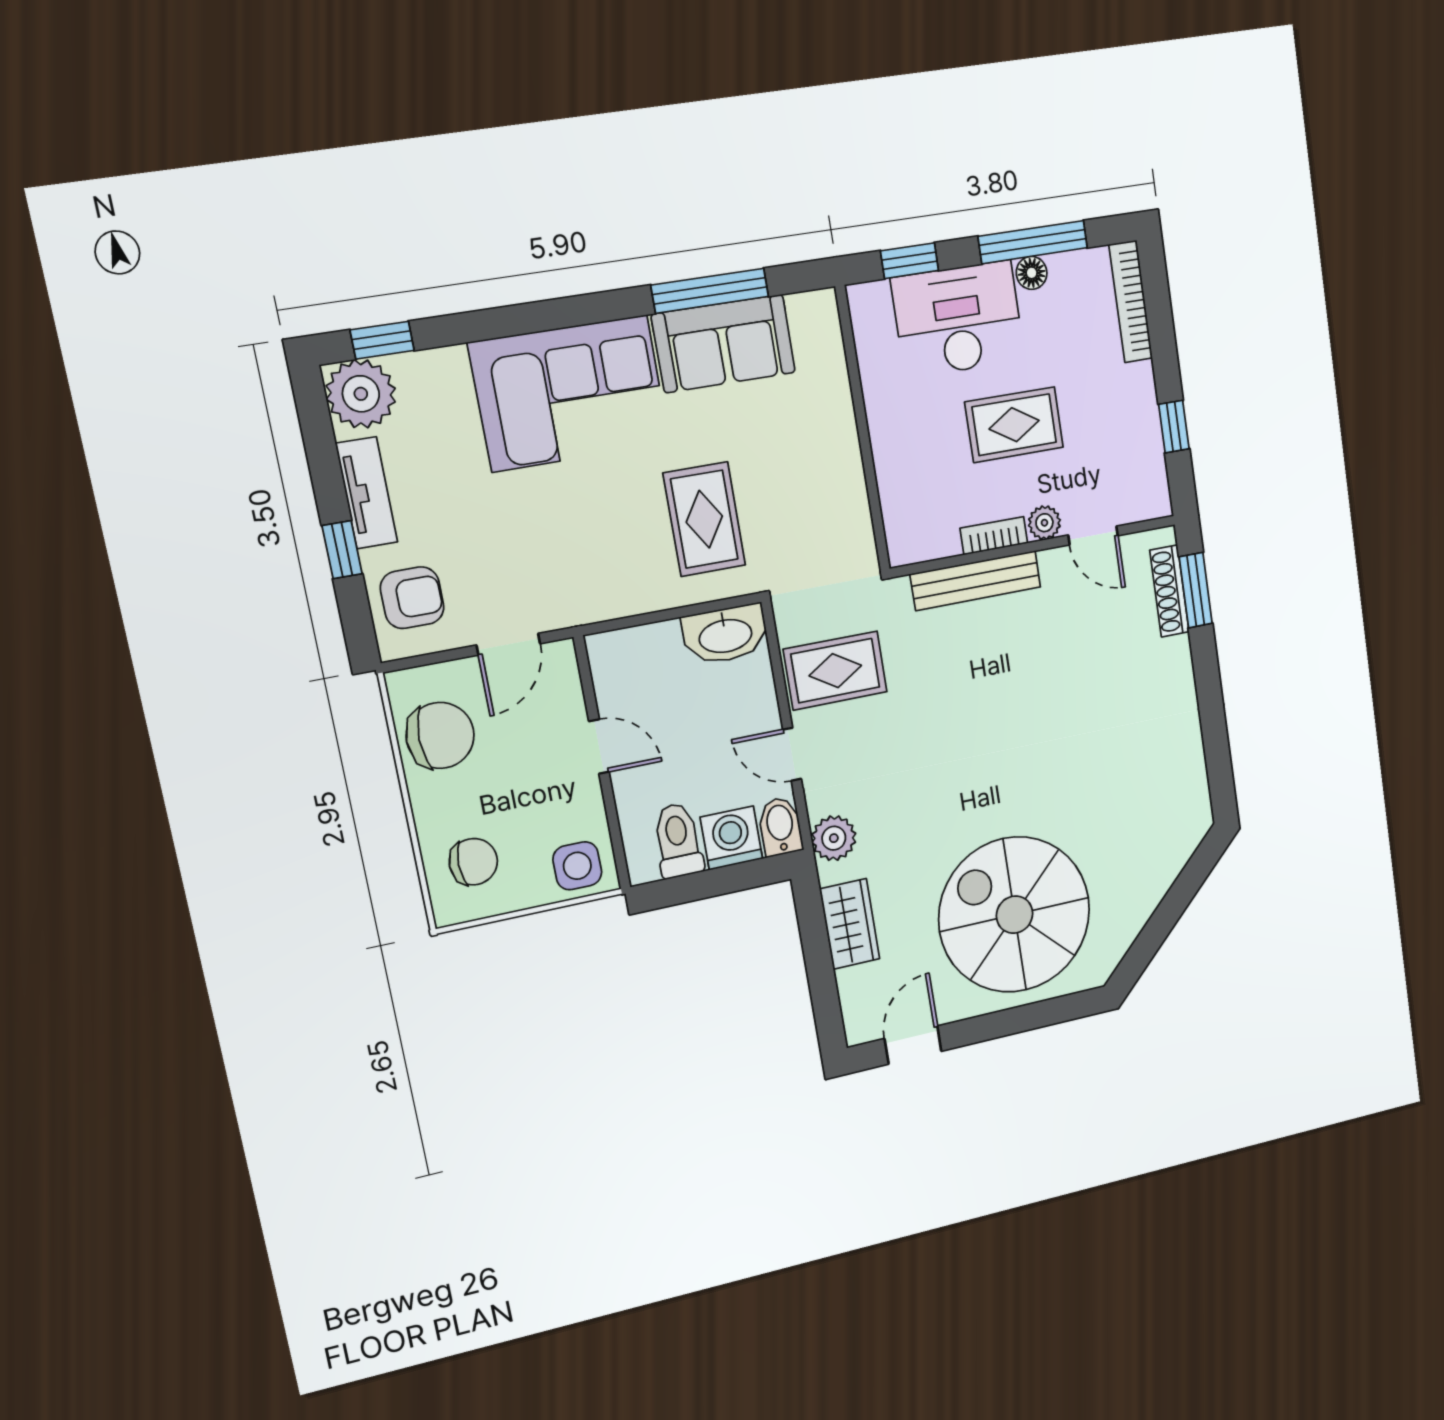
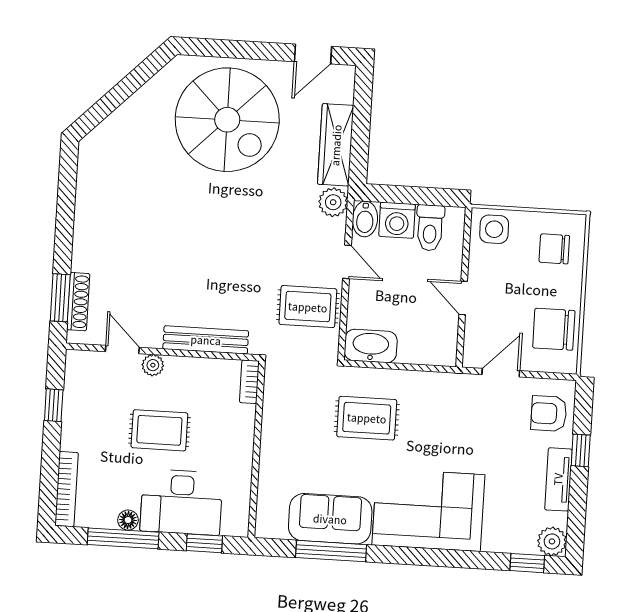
plant: (361, 394) -> (552, 541), width x0.73, depth x0.73
rug: (704, 519) -> (367, 418), turned 90
bookcase: (994, 536) -> (249, 382), moved, turned 90
wardrobe: (850, 924) -> (336, 145), width x1.50

